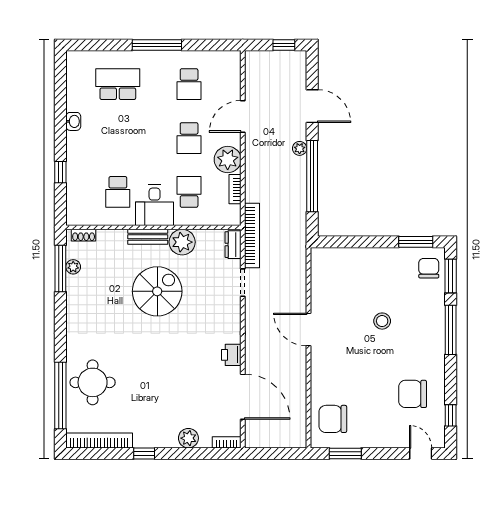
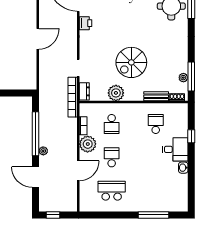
window: (157, 45) -> (154, 215), moved
school desk: (118, 84) -> (156, 191), removed
school desk: (189, 84) -> (112, 191), width x1.85
desk: (155, 205) -> (175, 149), moved, turned 90
bench: (148, 237) -> (156, 96), moved
door: (308, 330) -> (38, 39), hinge flipped

